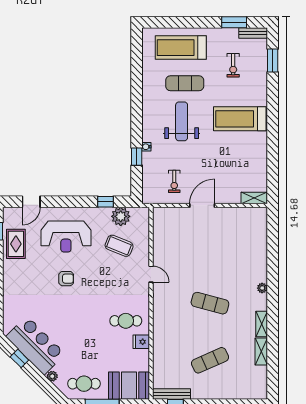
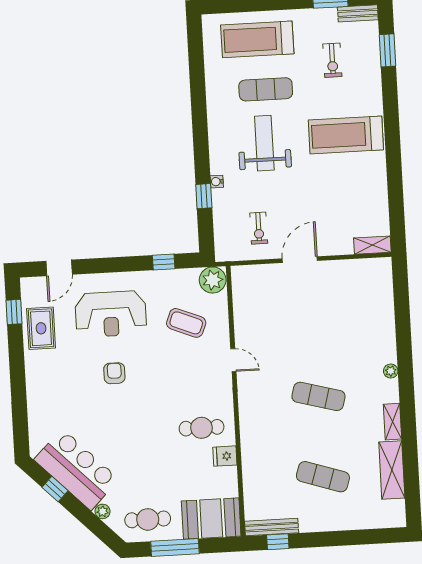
plant: (121, 216) -> (213, 280), moved
armchair: (66, 279) -> (114, 373), turned -90
shelving: (261, 351) -> (392, 470), width x1.50, depth x1.33
exercise mat: (210, 360) -> (323, 477), turned 42

